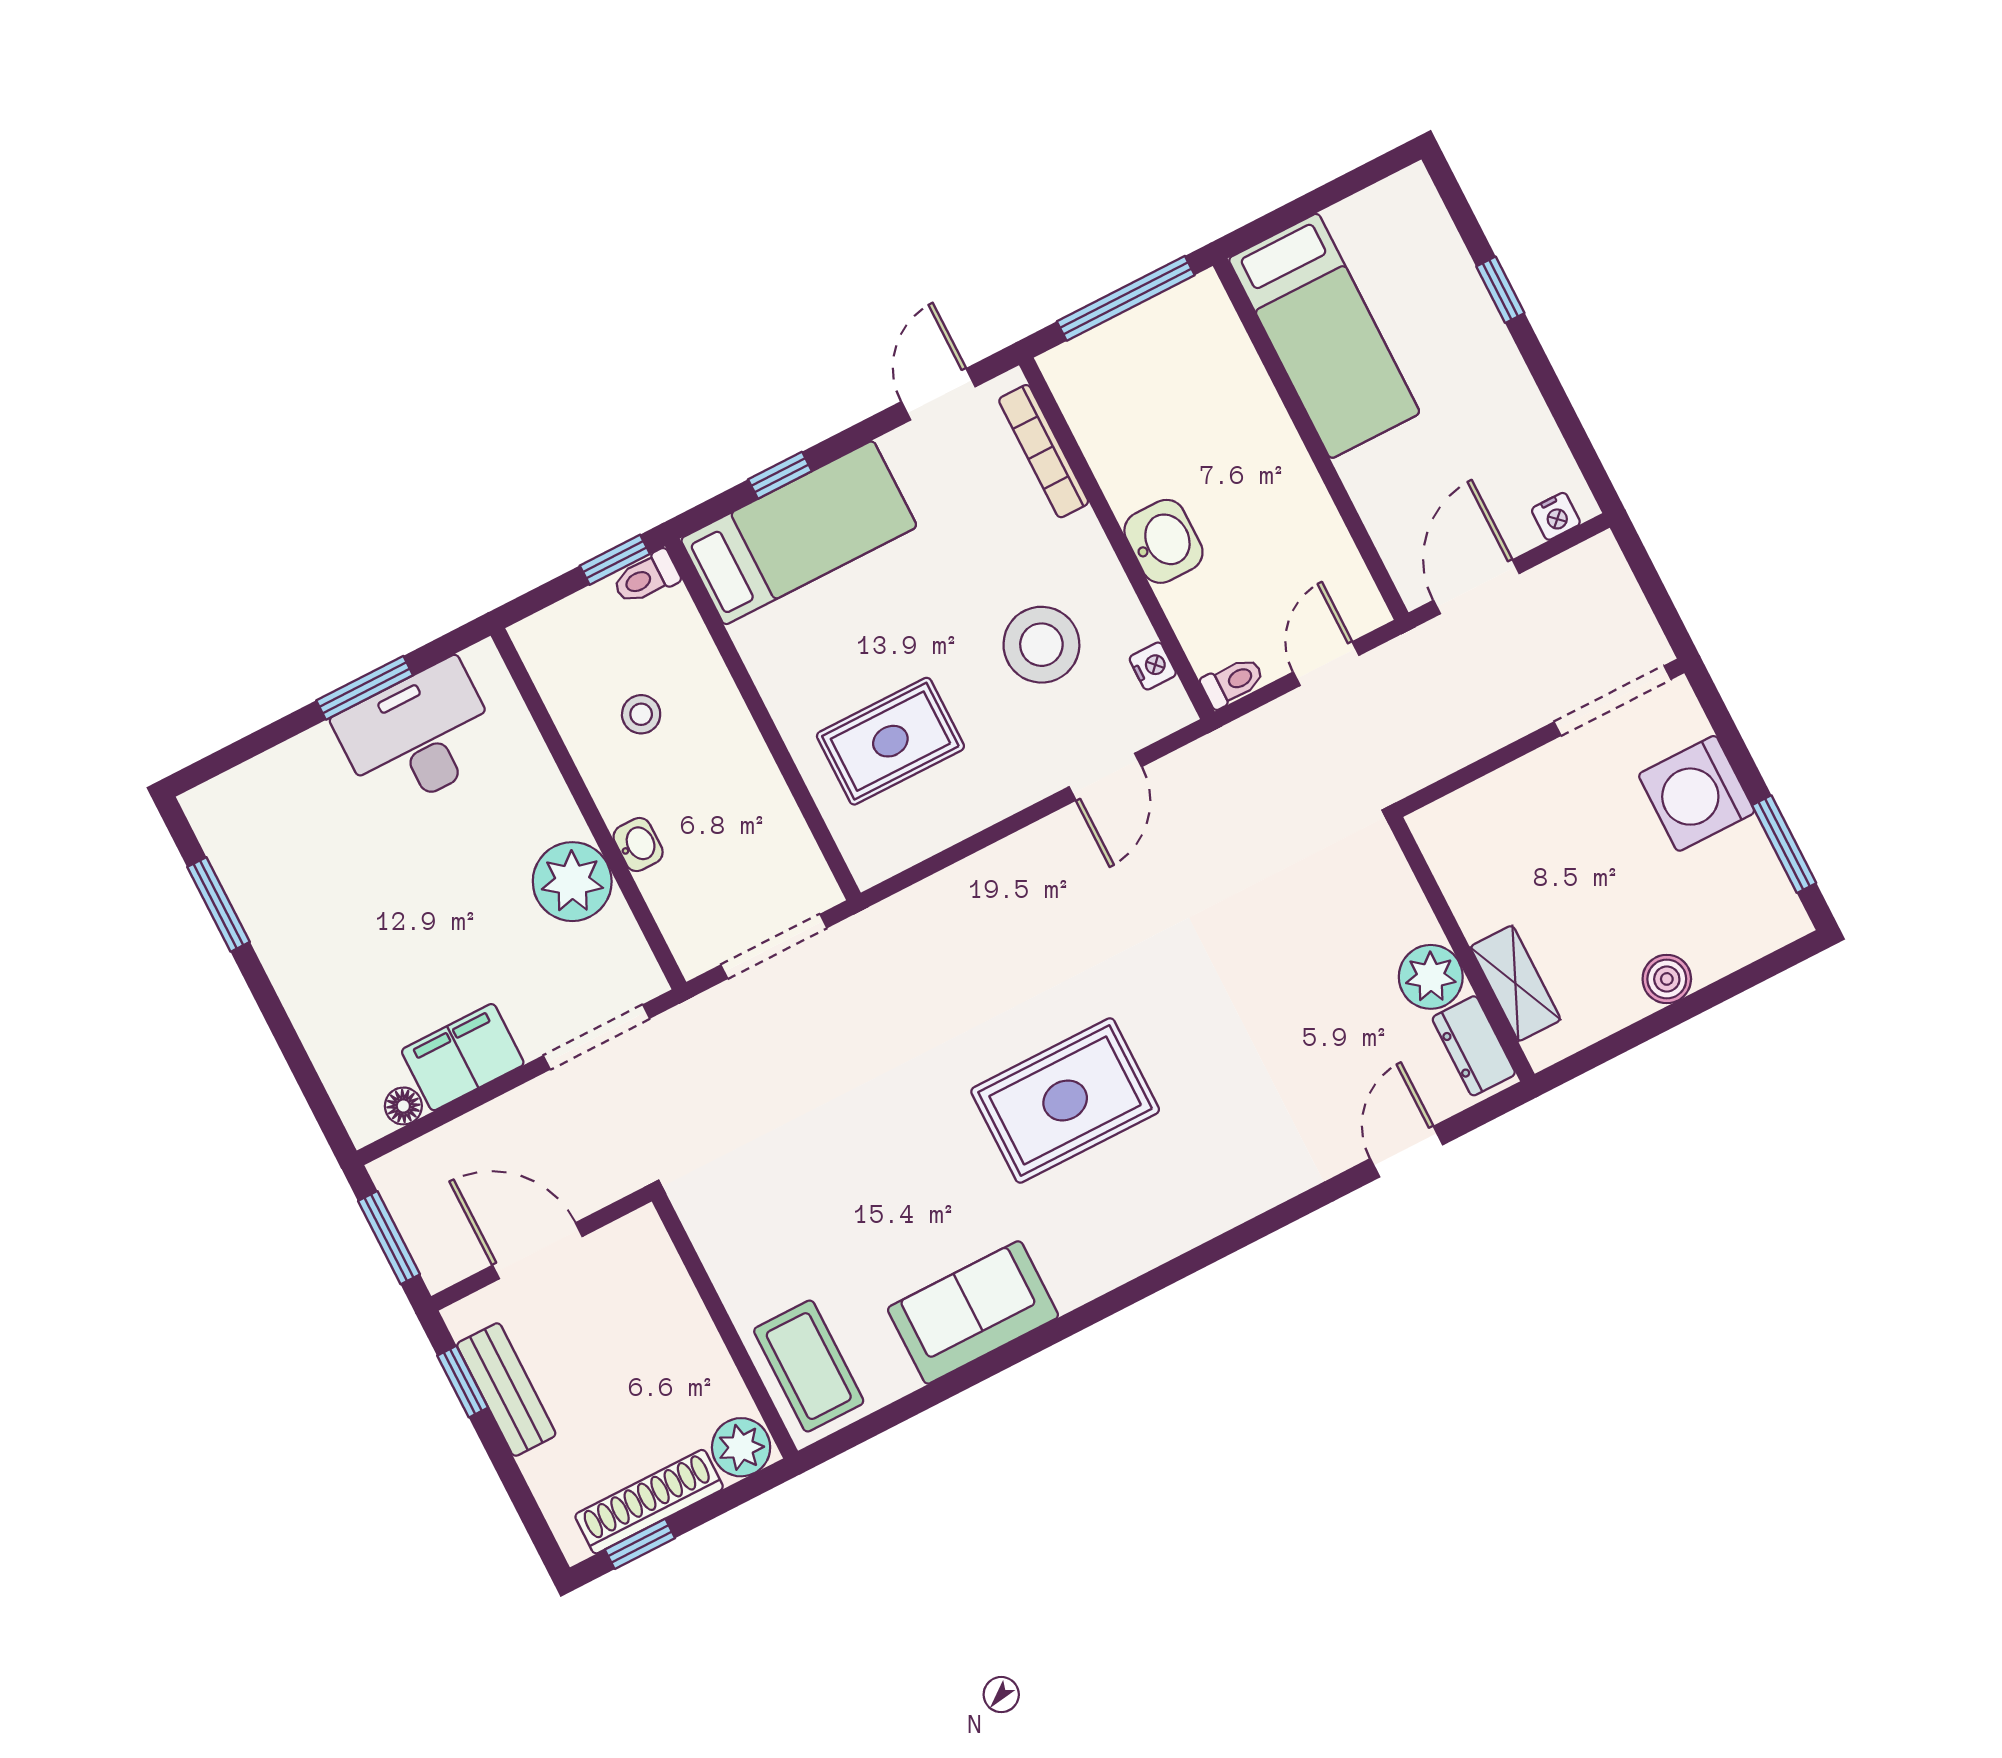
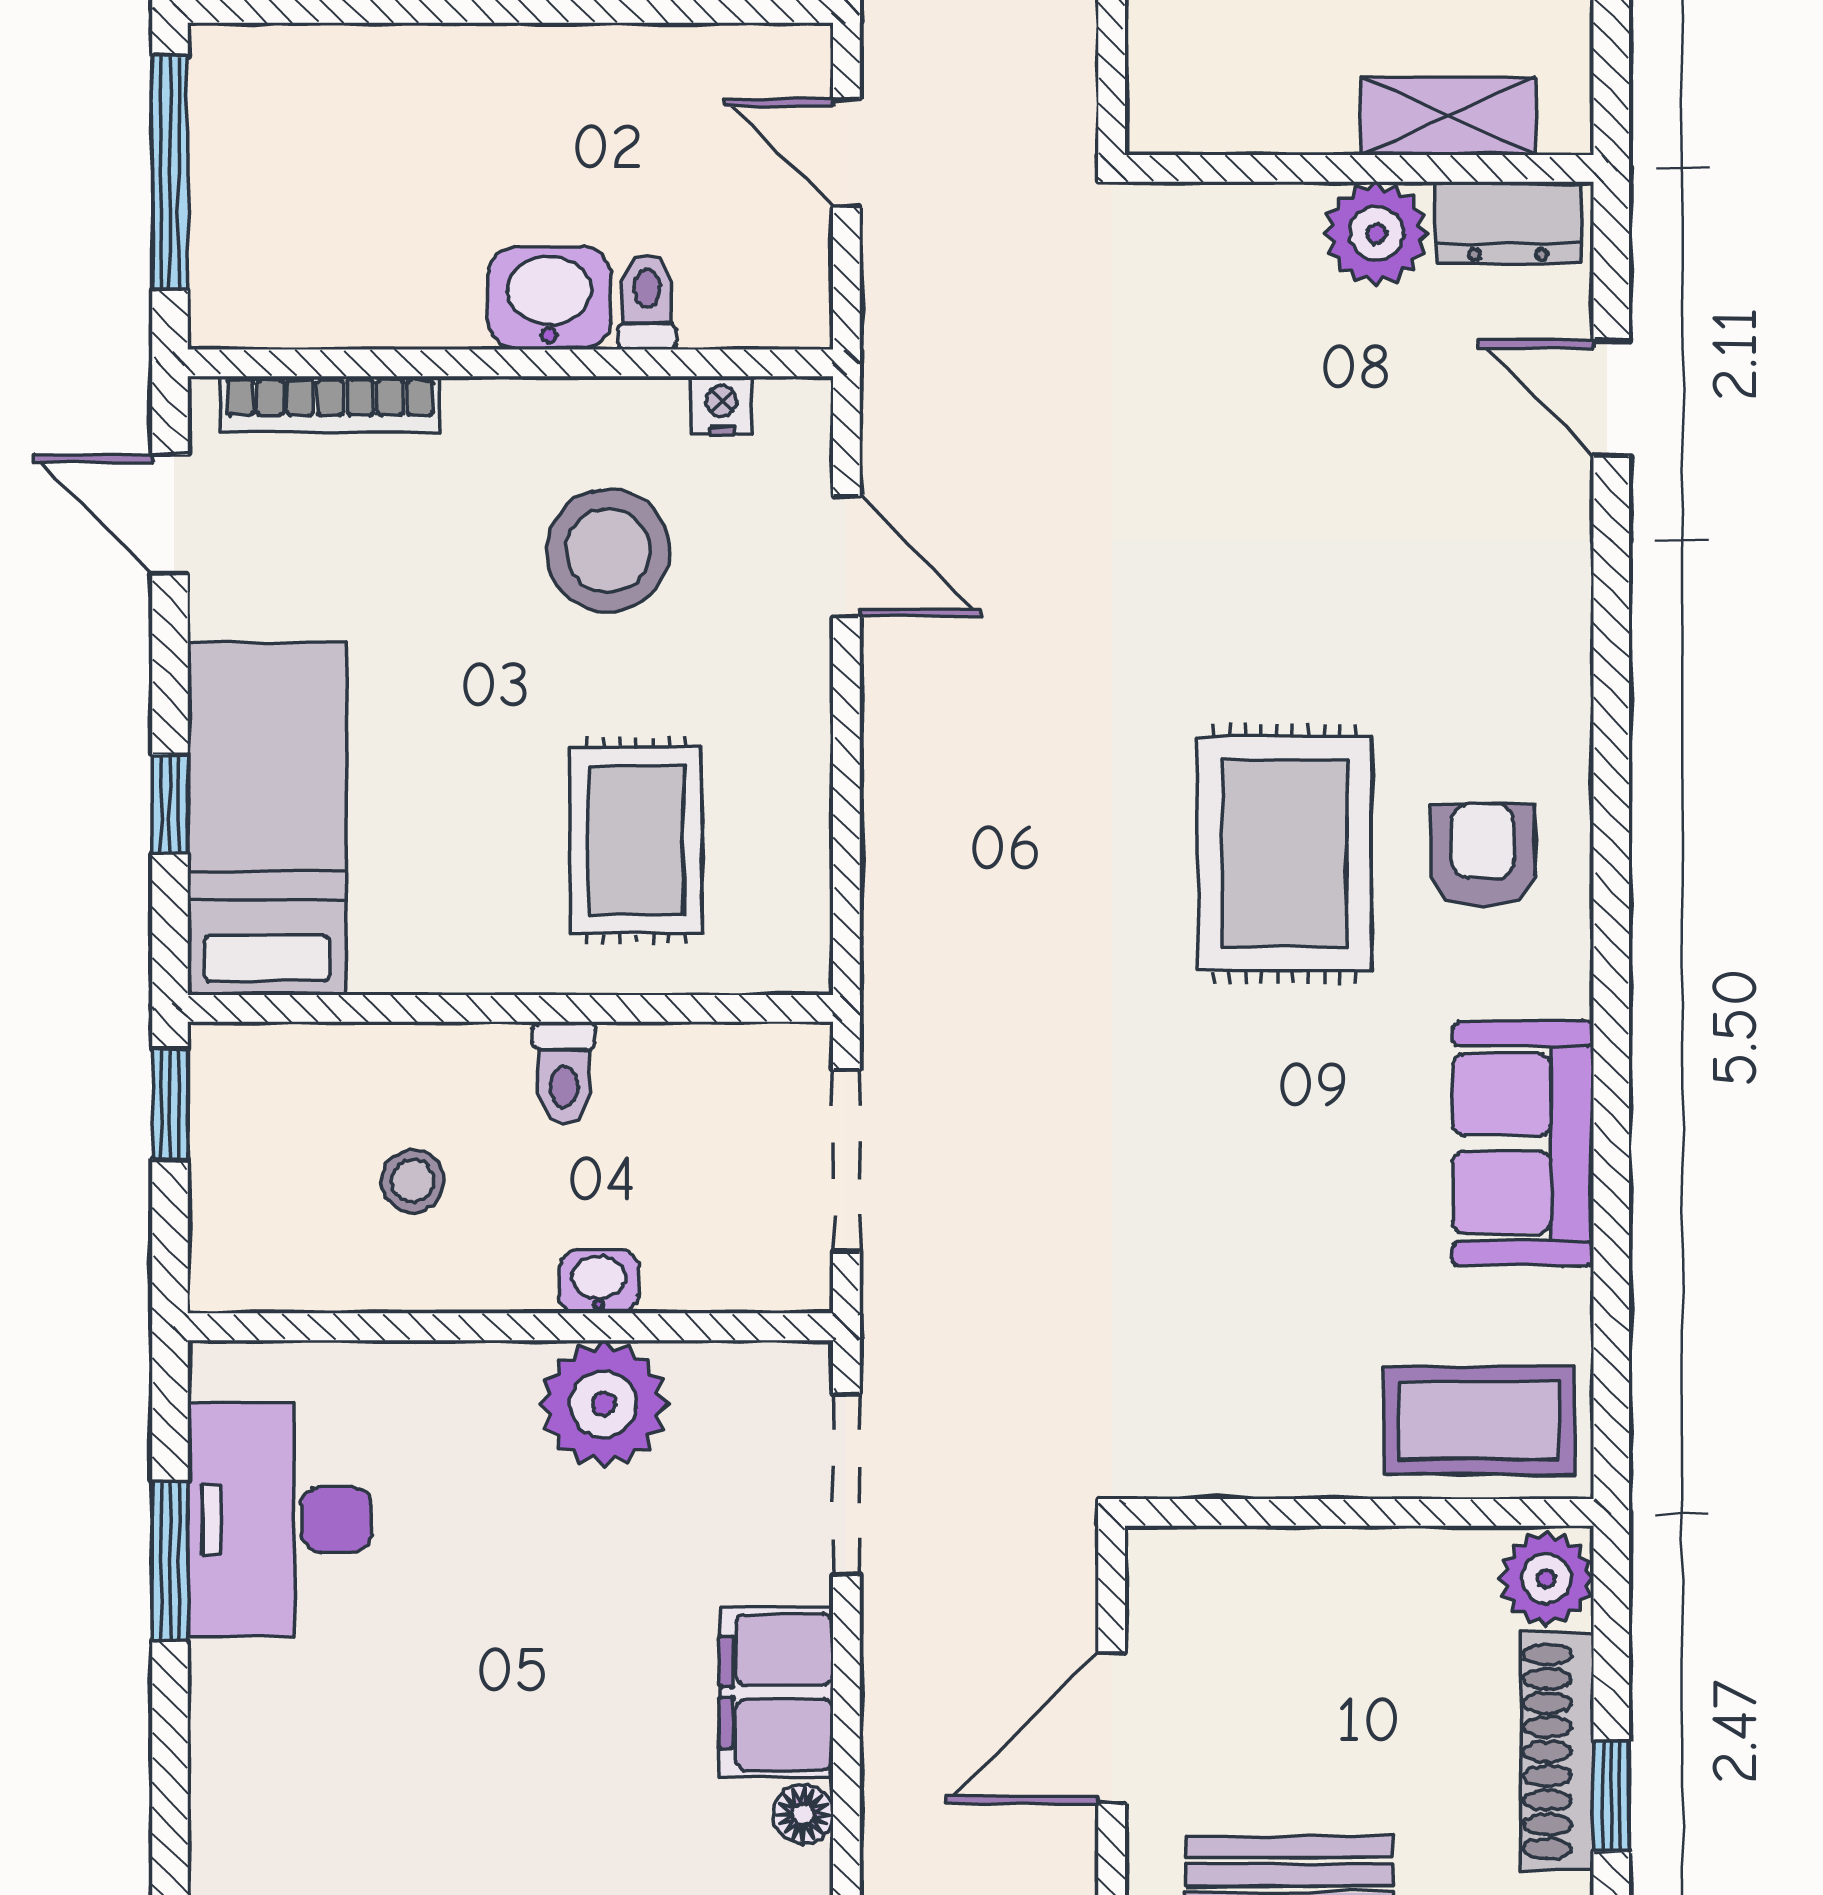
toilet: (646, 578) -> (564, 1073), moved
toilet: (1233, 682) -> (647, 302), moved
armchair: (1120, 1210) -> (1483, 856), added

